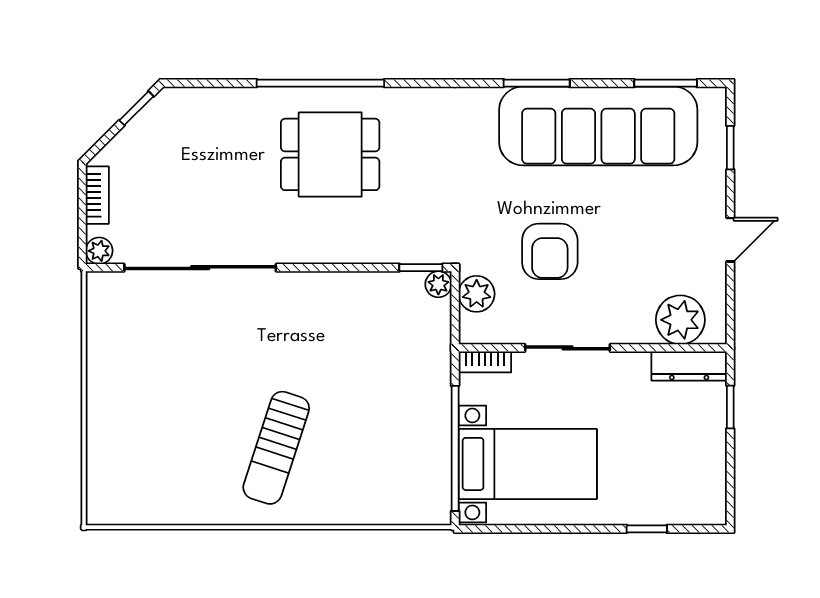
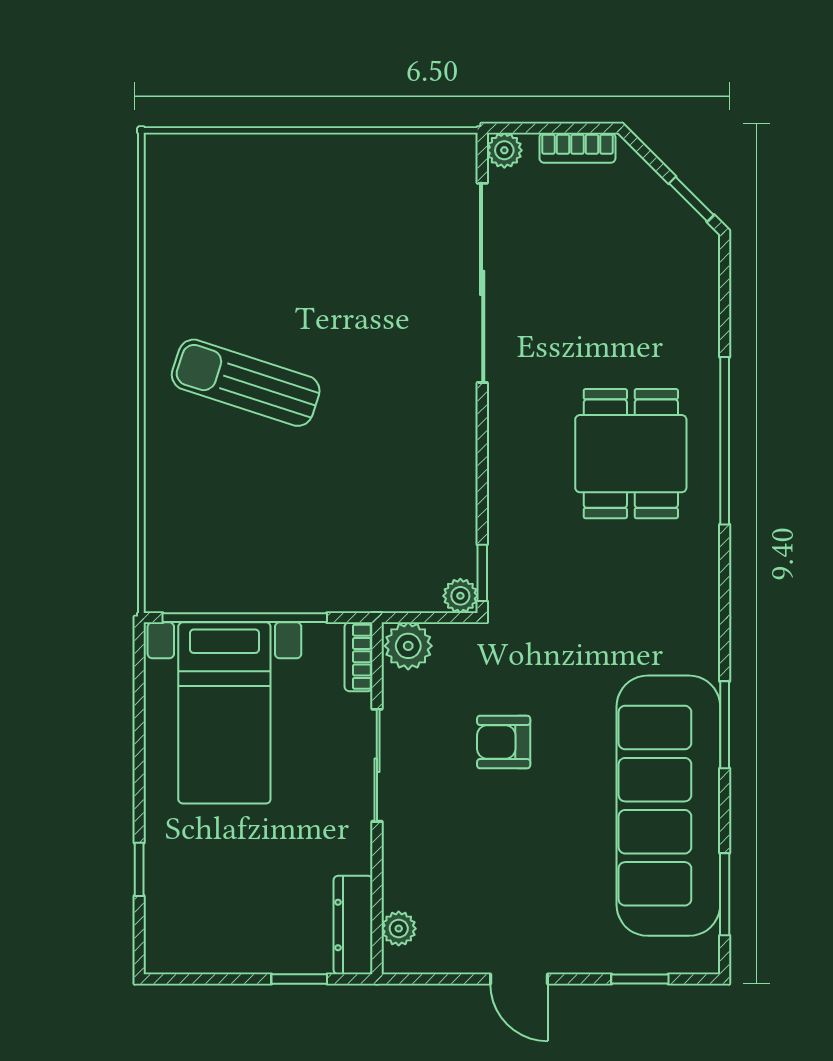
armchair: (550, 251) -> (504, 742), width x0.72, depth x0.72
plant: (477, 294) -> (408, 646), moved
plant: (680, 320) -> (399, 929), width x0.53, depth x0.53

